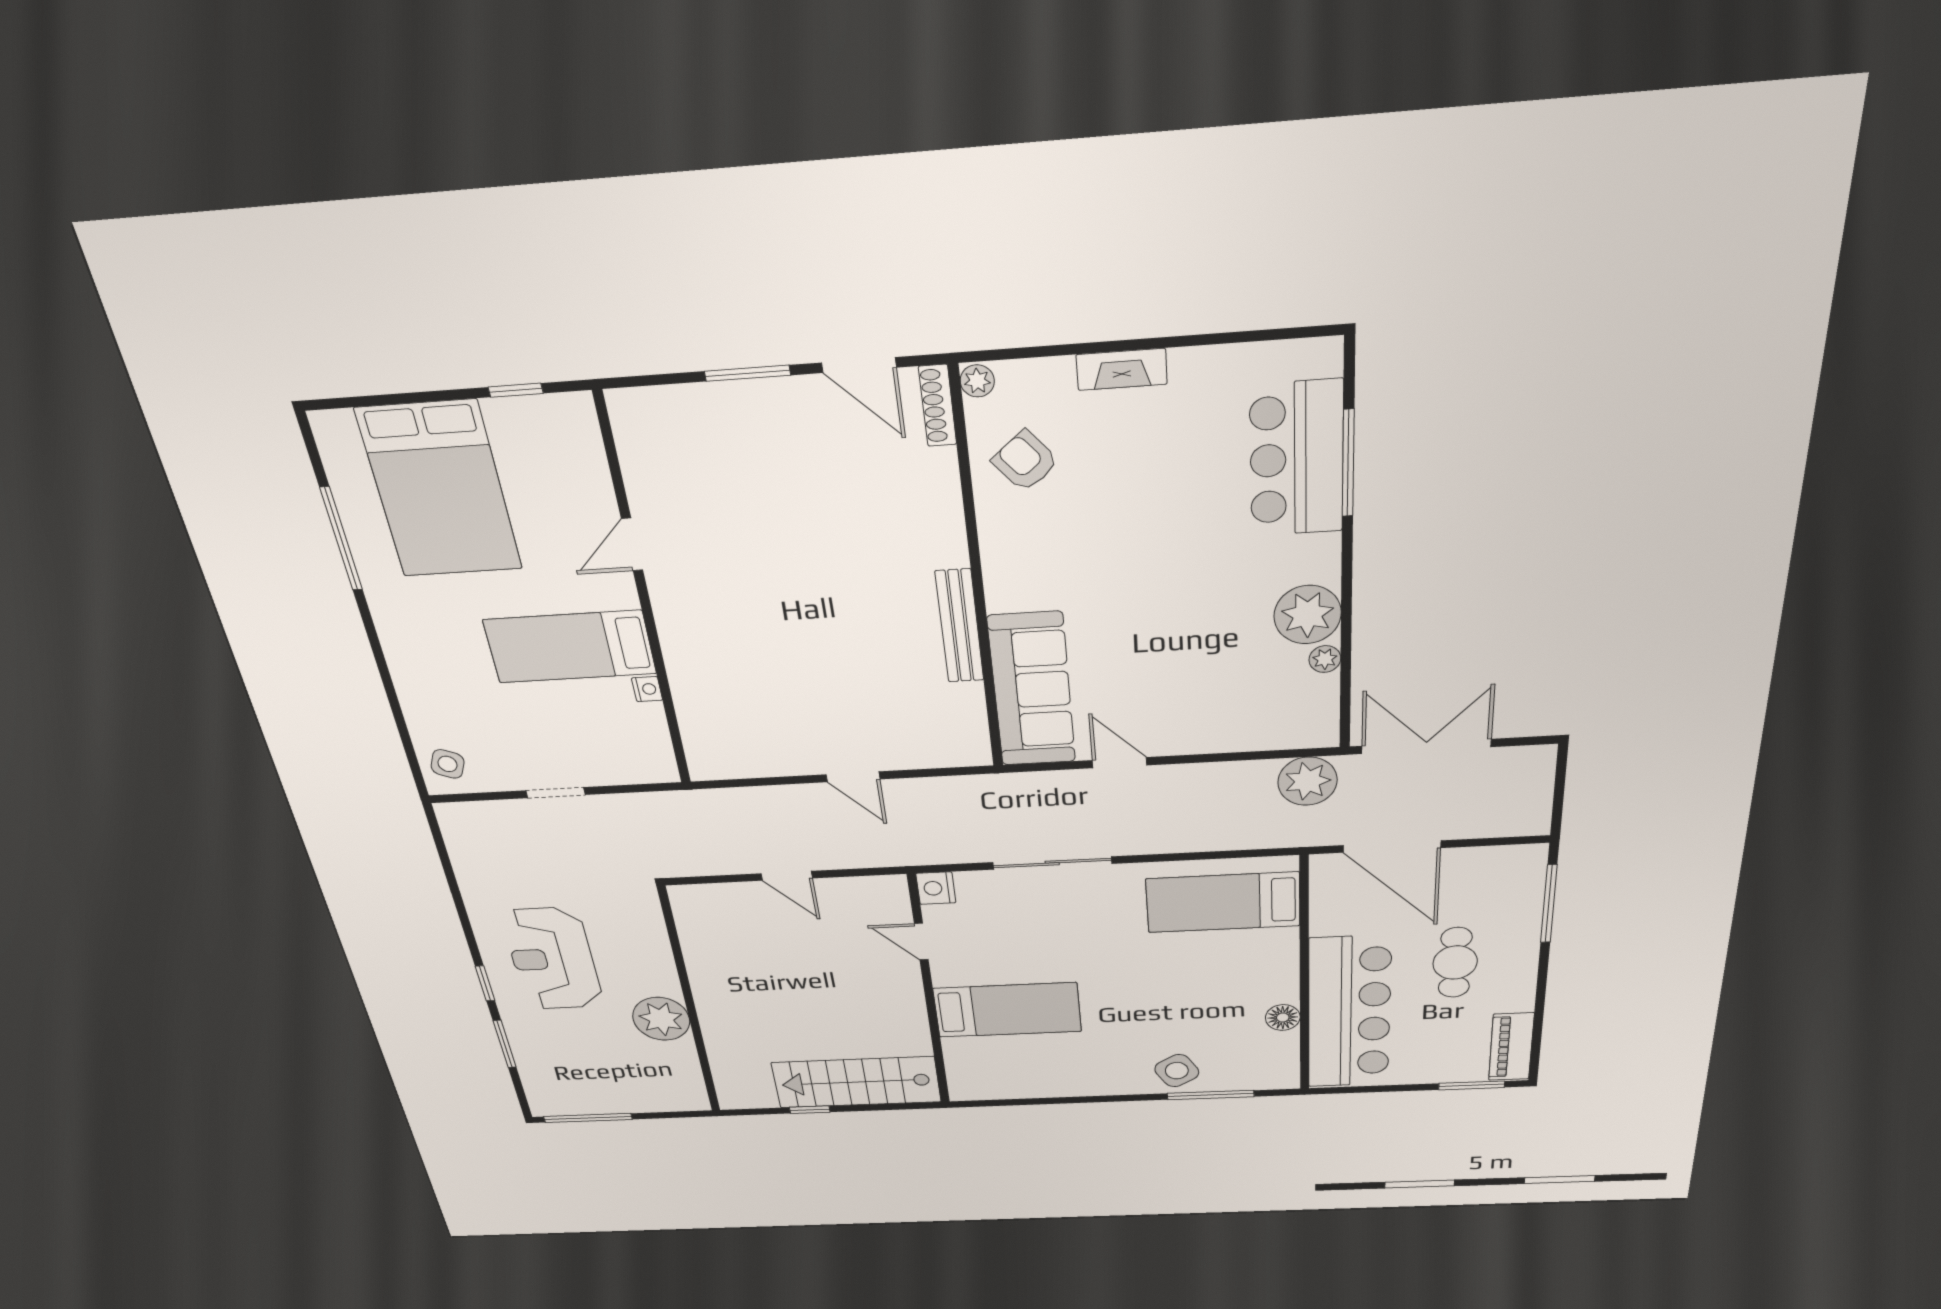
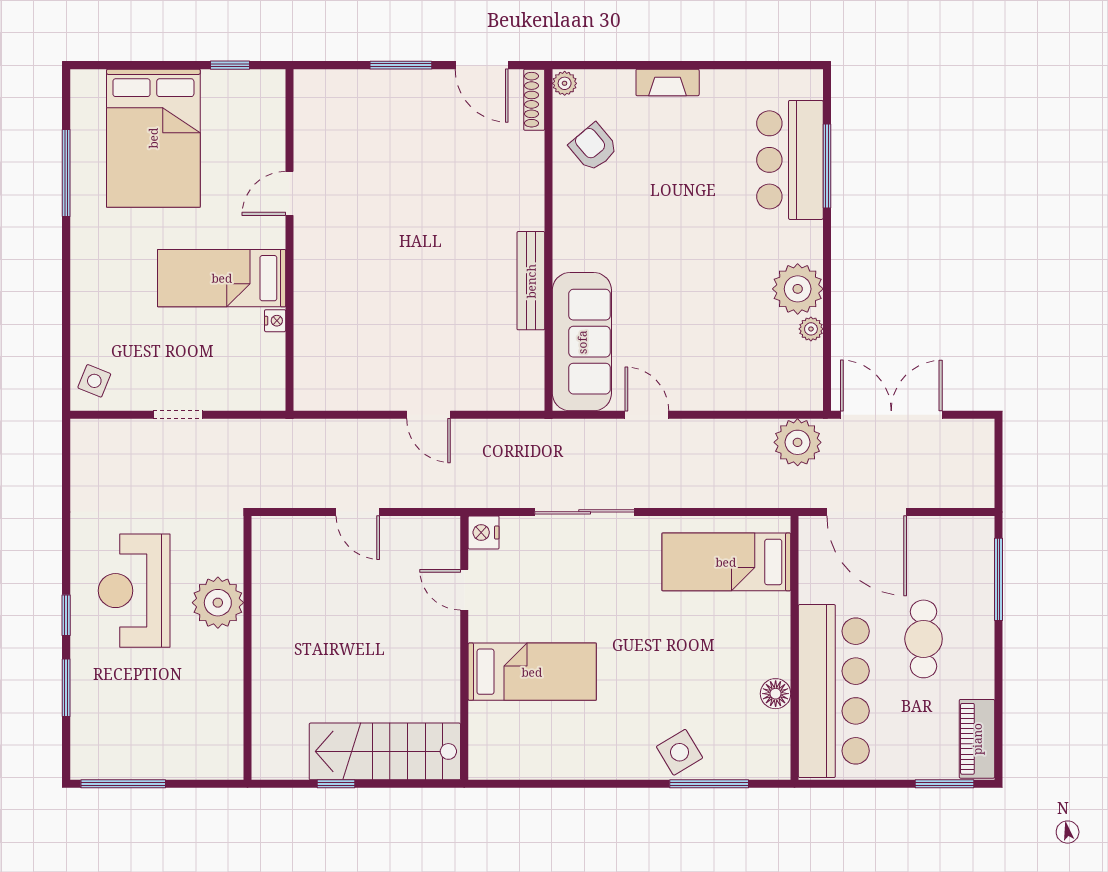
plant: (661, 1019) -> (218, 603), moved

